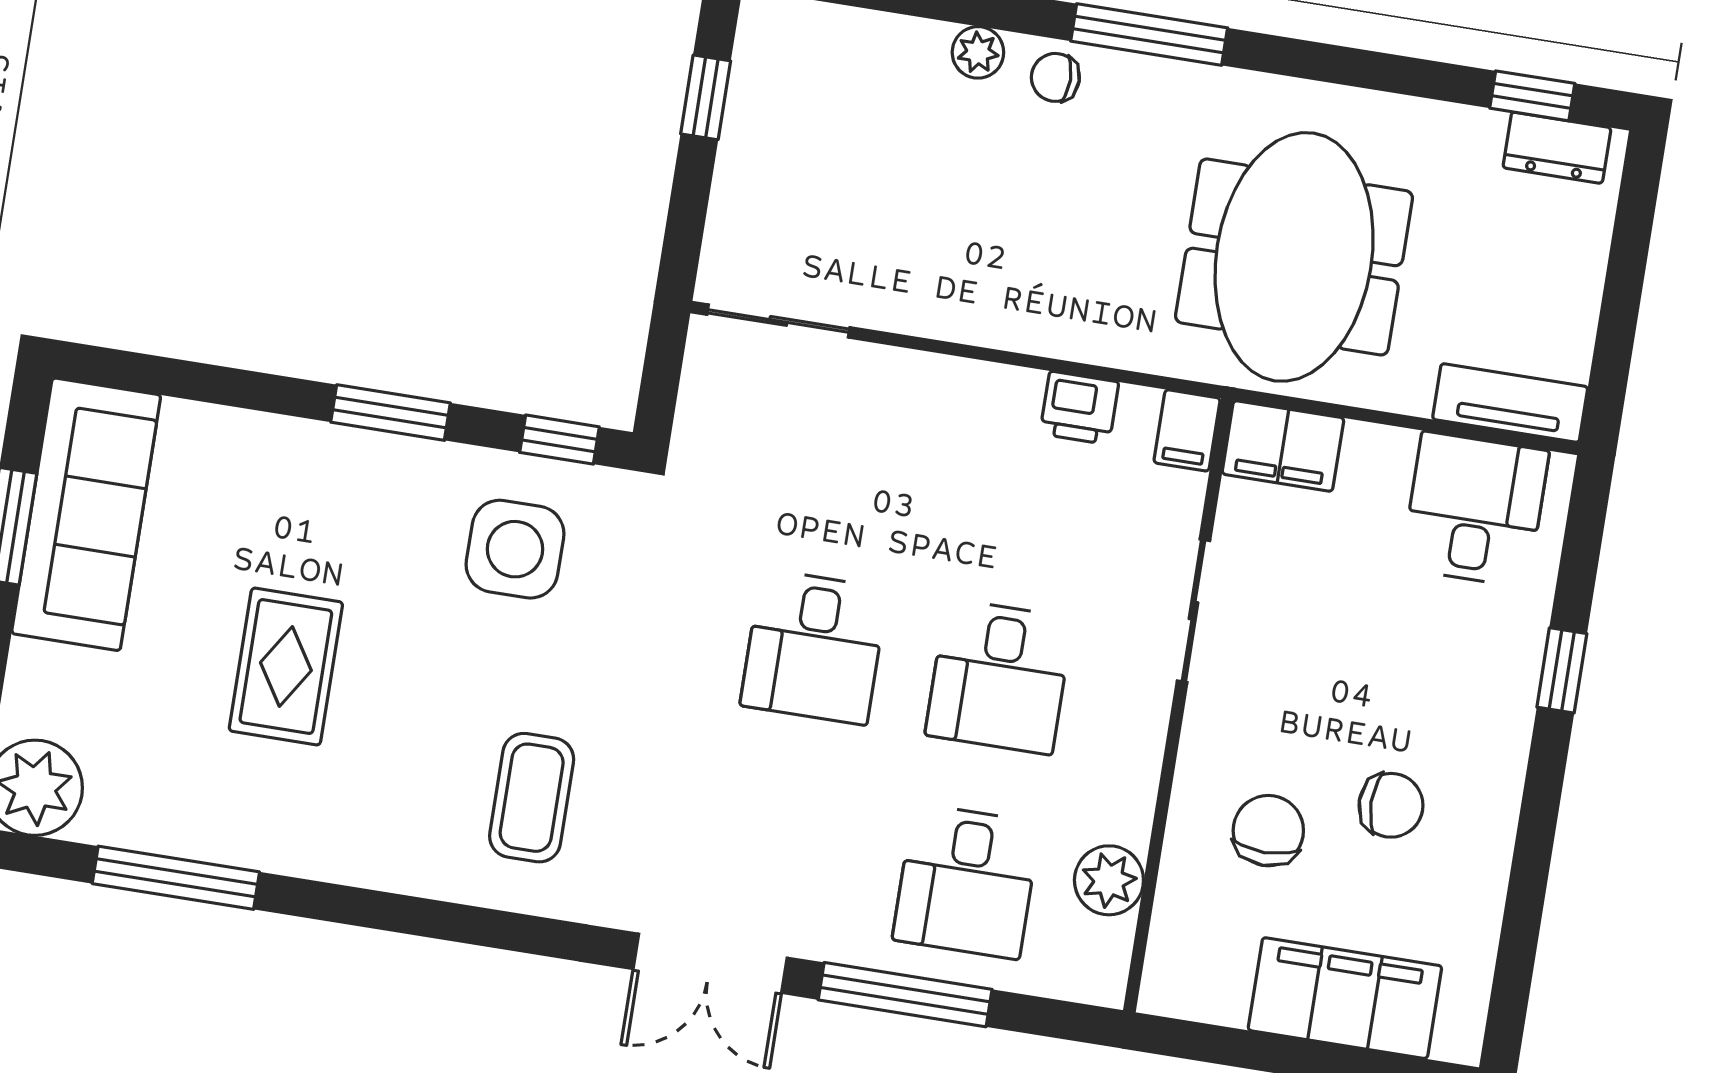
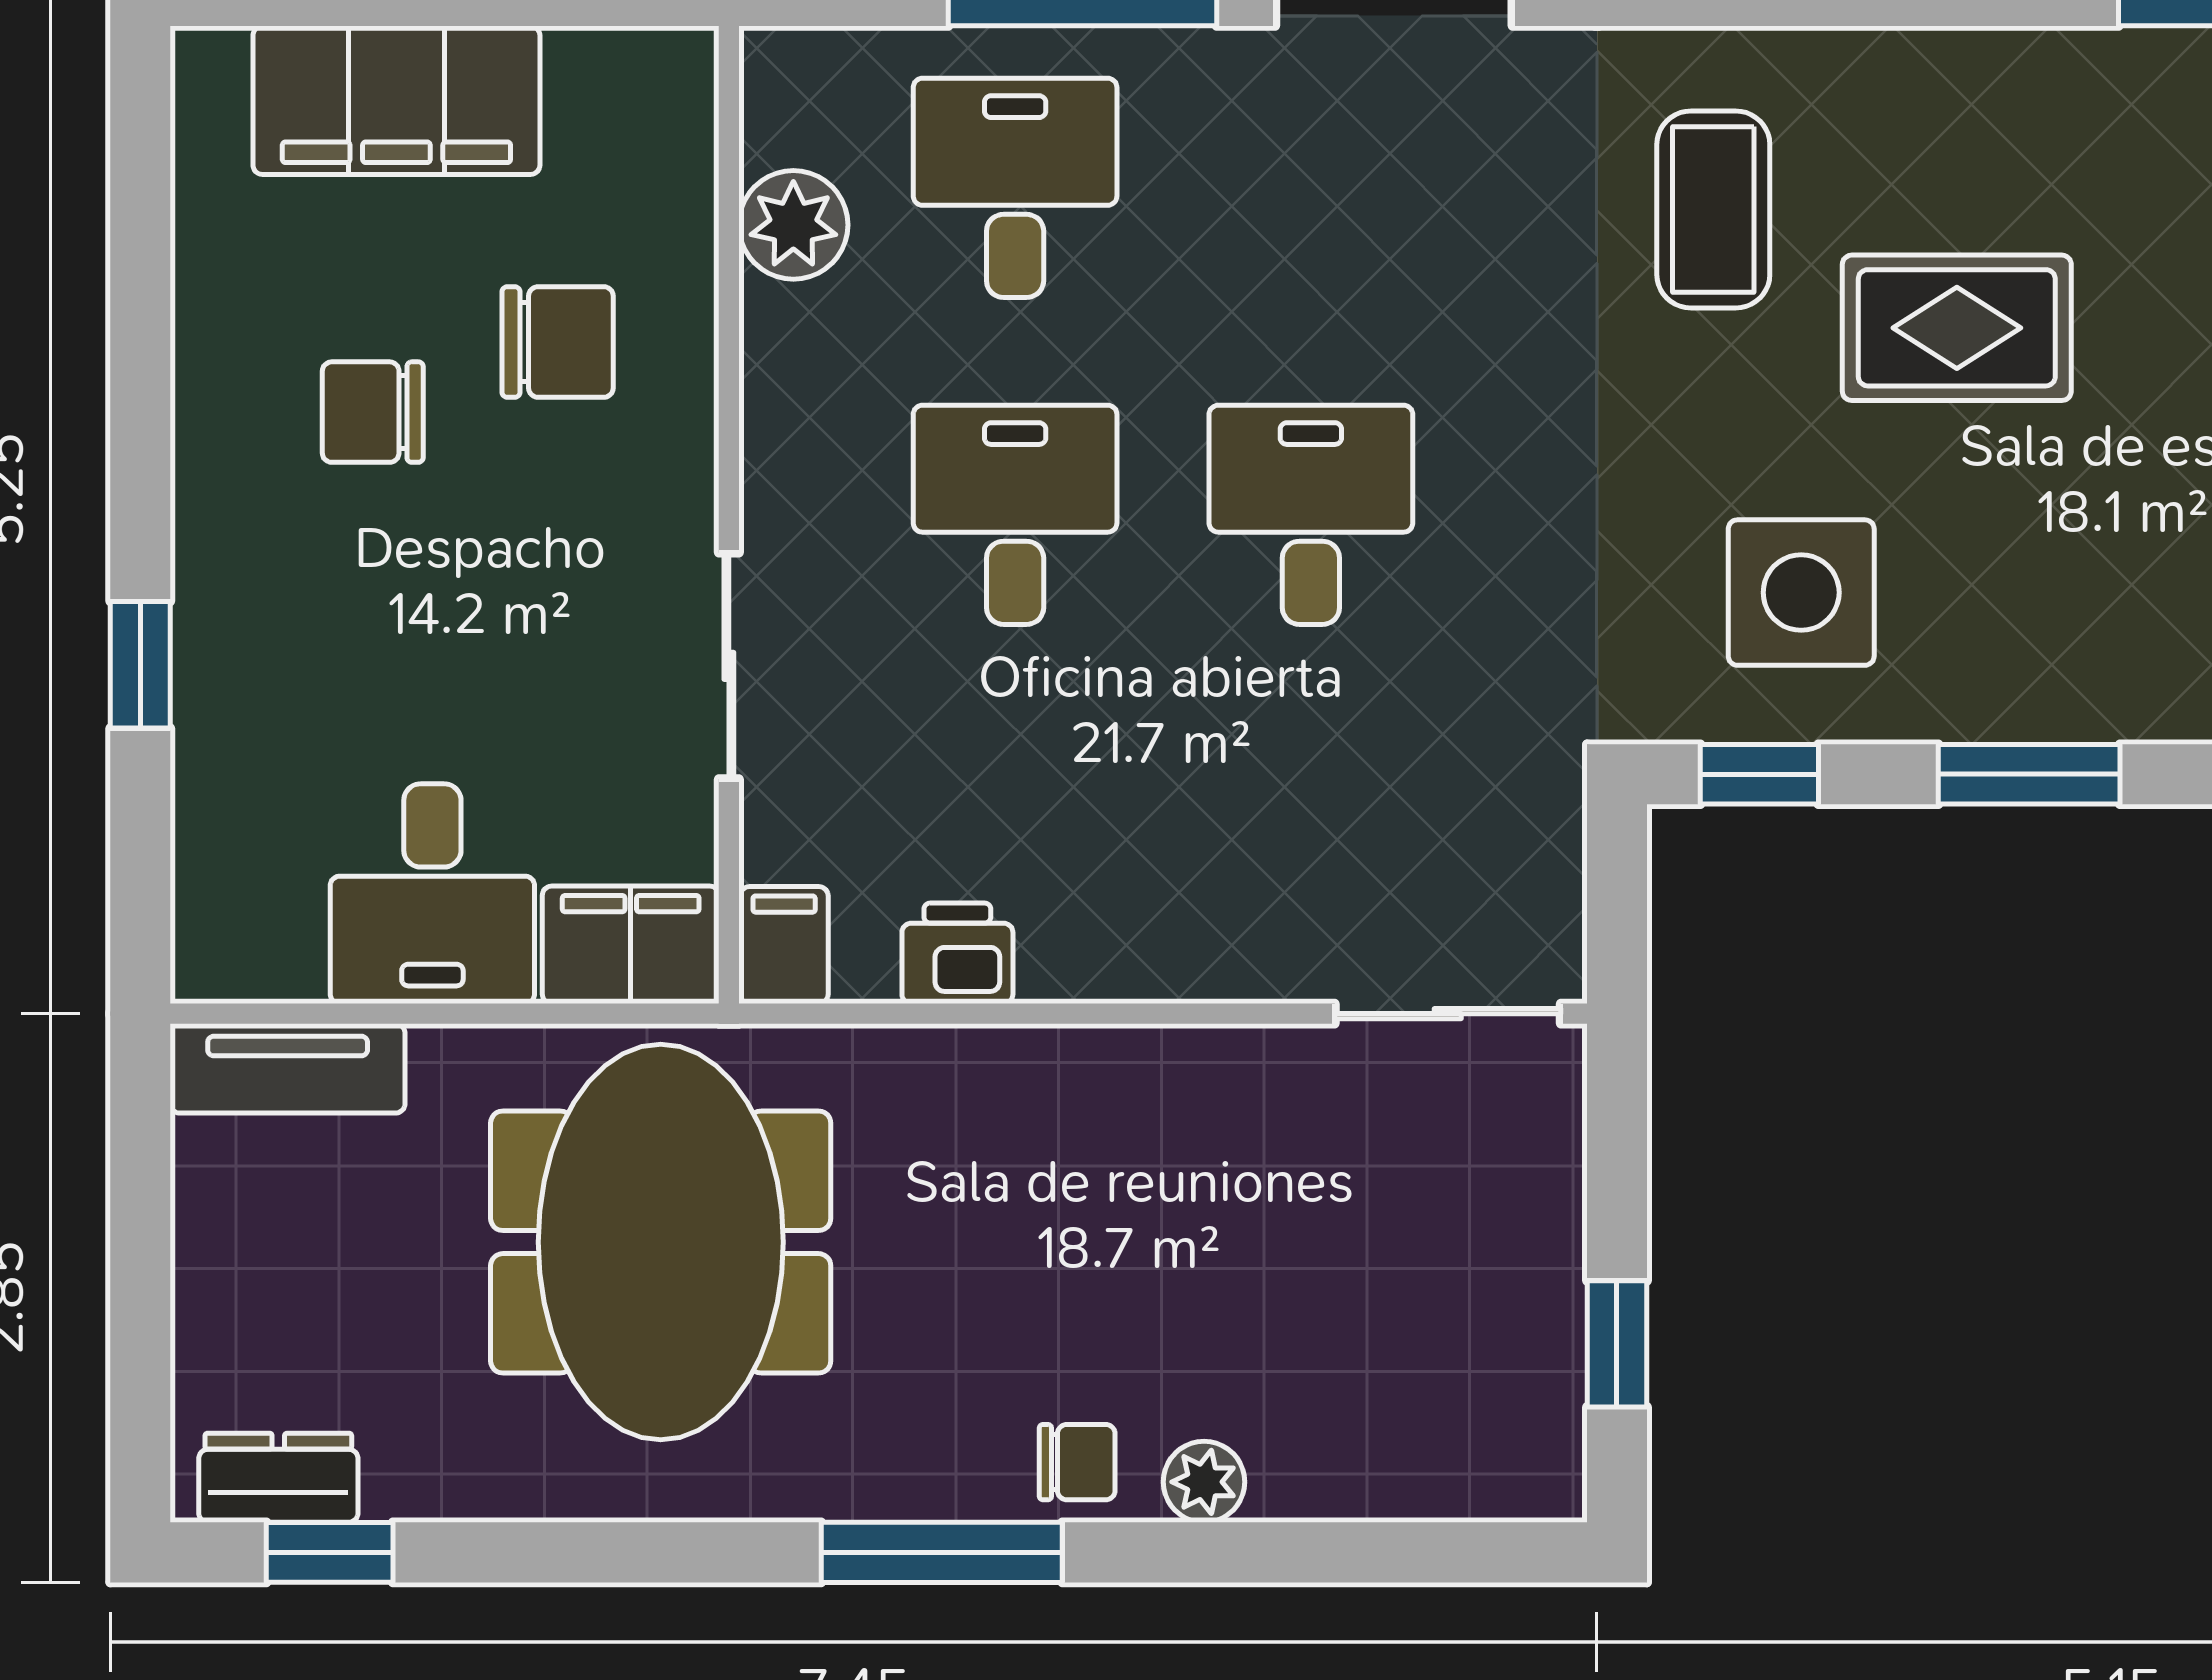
desk: (1475, 510) -> (432, 894), moved
rug: (286, 666) -> (1957, 328), moved, turned 90
chair: (1268, 831) -> (558, 342), turned -90

